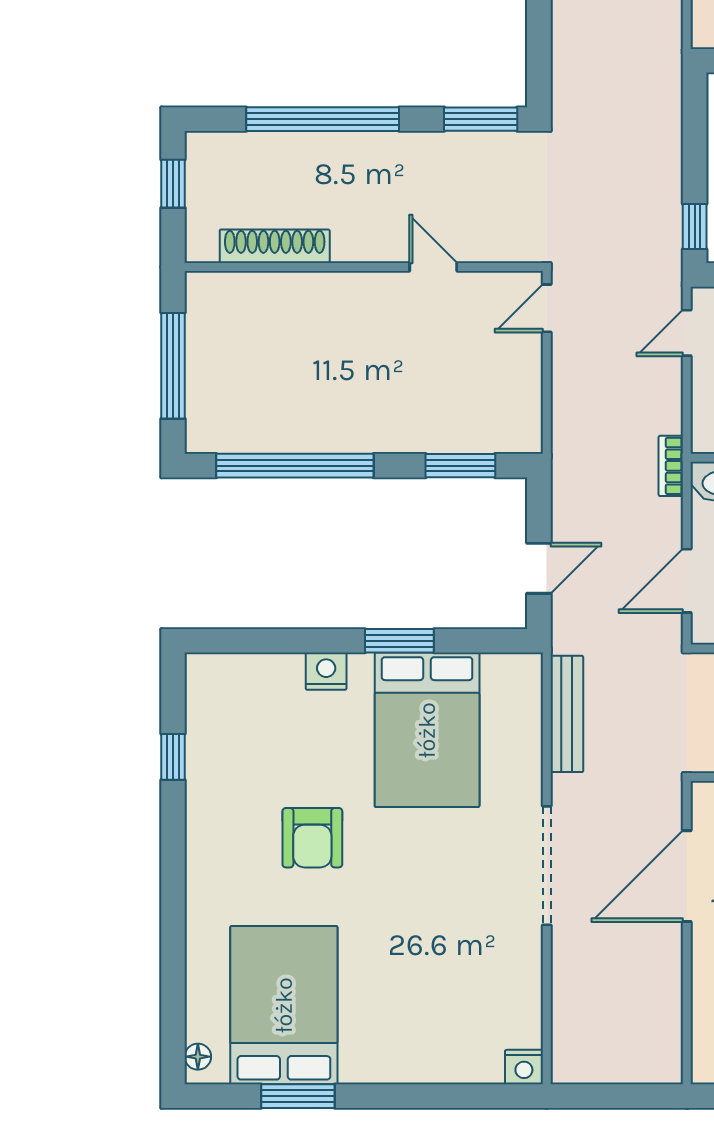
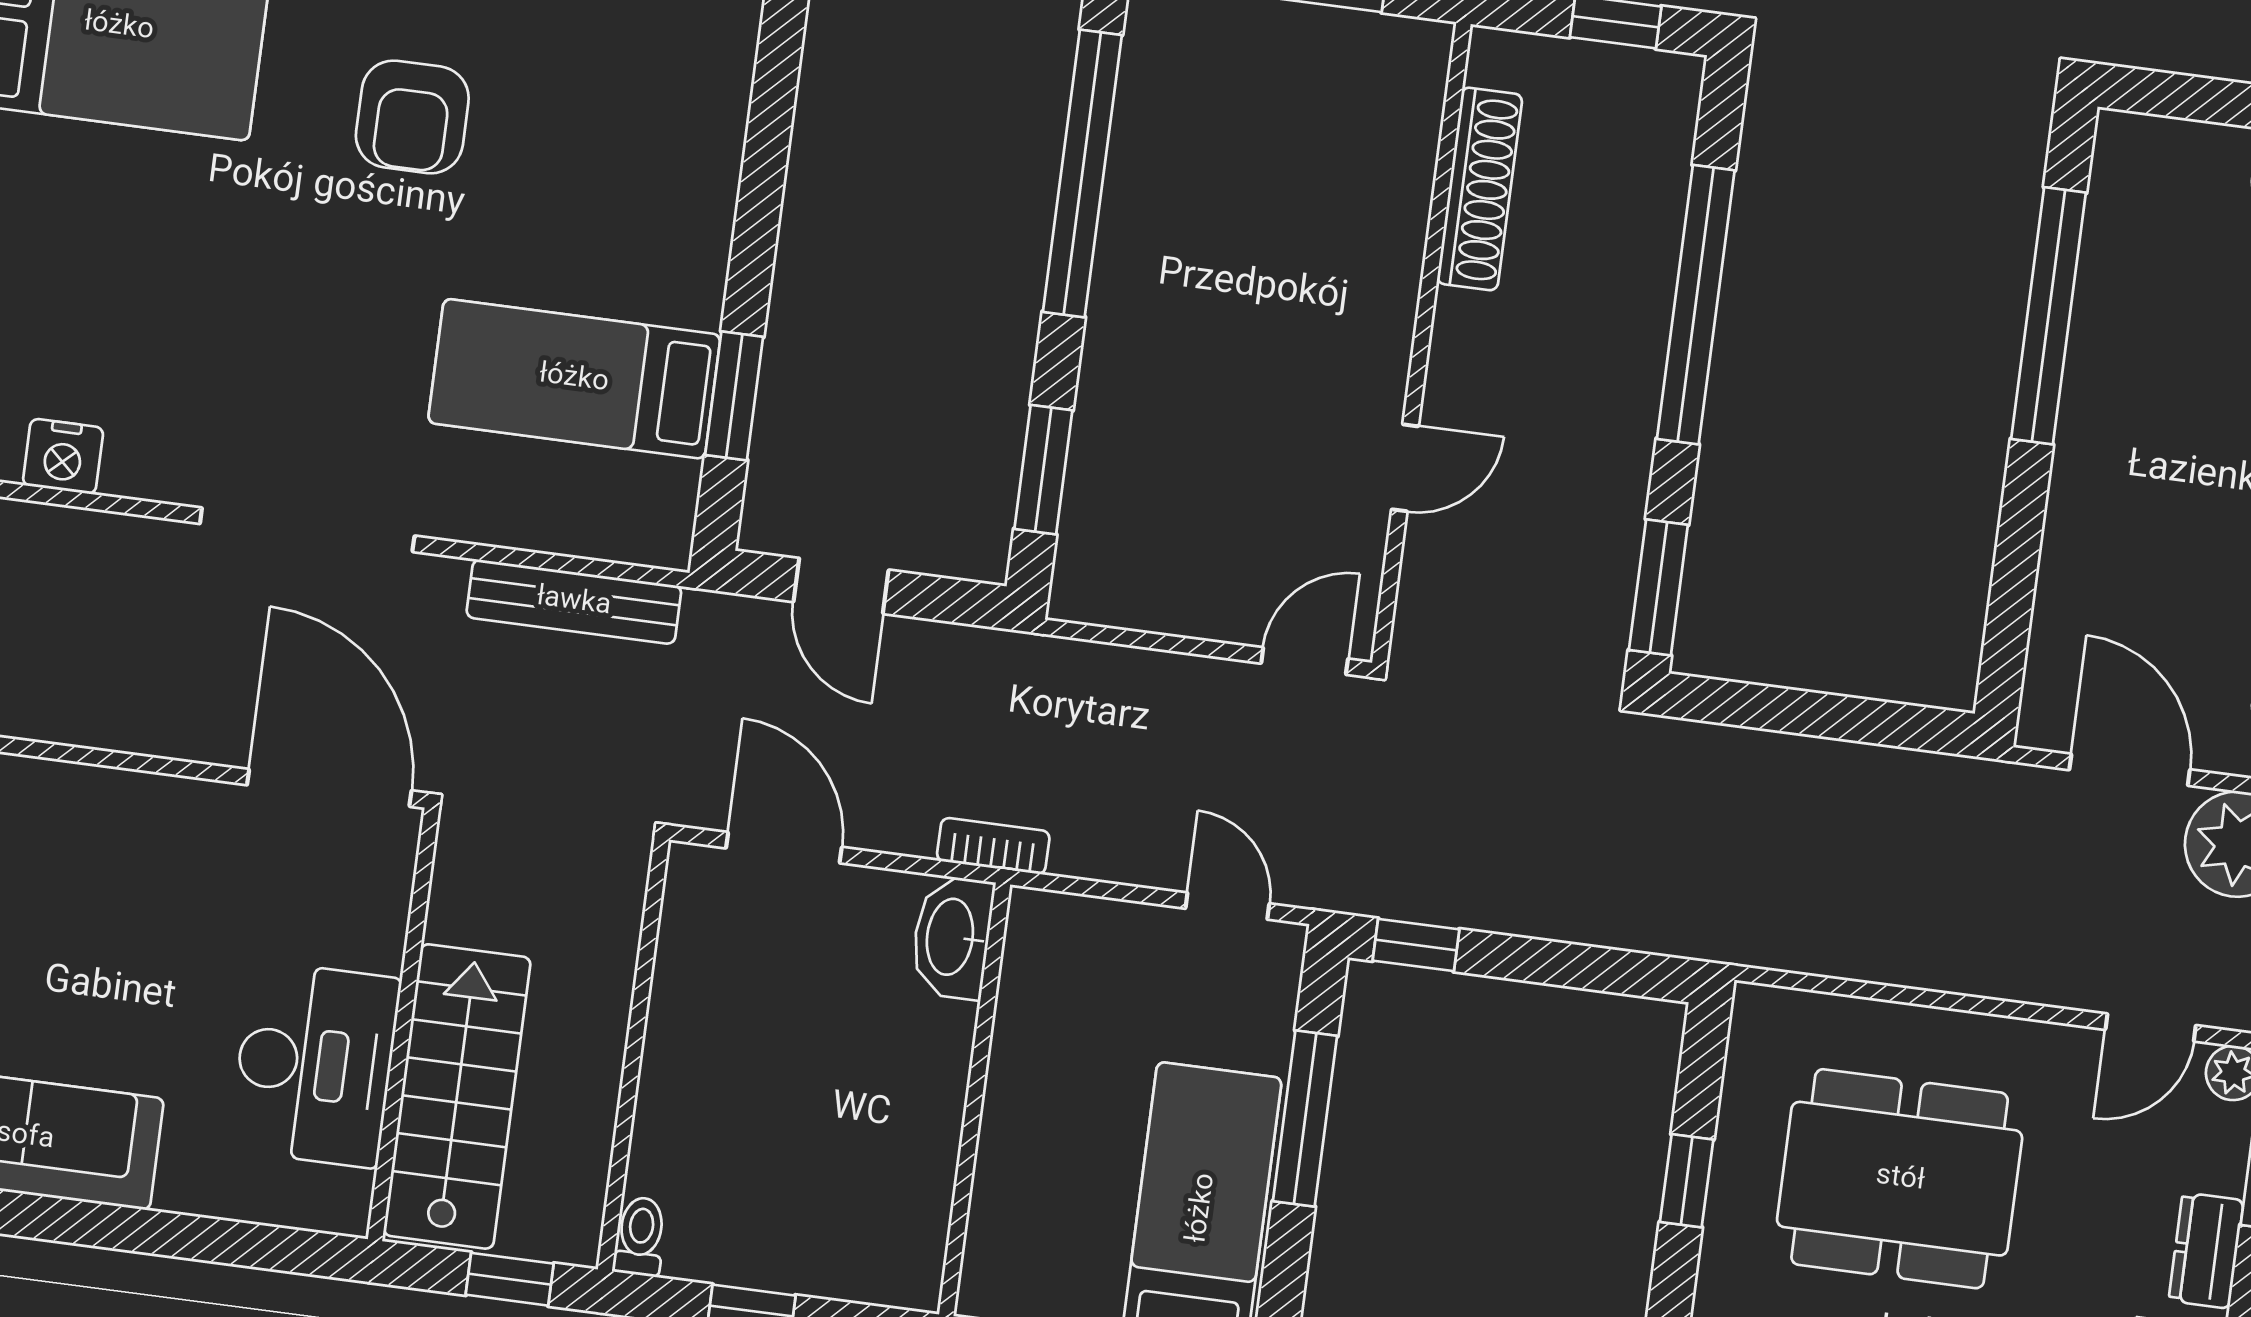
door: (547, 308) -> (1305, 661), hinge flipped
window: (399, 641) -> (734, 396), moved
nightstand: (326, 671) -> (63, 456), moved, turned 90
bed: (427, 730) -> (574, 379), width x0.67
armchair: (312, 838) -> (412, 117), turned -90
door: (687, 876) -> (329, 788), moved

